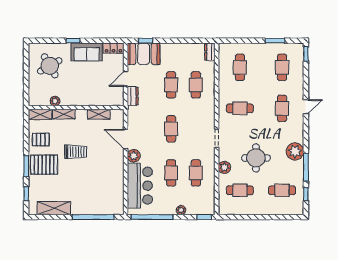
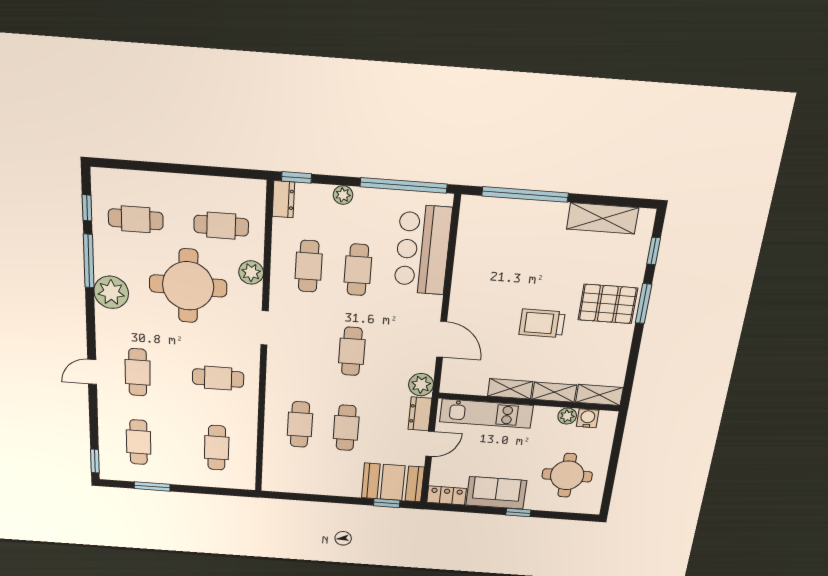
dresser: (210, 52) -> (283, 199), moved
round table: (50, 66) -> (567, 475), turned 30
kitchen unit: (98, 99) -> (486, 414), added
water cooler: (44, 101) -> (588, 418), added
shelving: (99, 114) -> (510, 389), moved
pallet: (41, 140) -> (606, 351), removed
plant: (134, 156) -> (421, 385), moved
round table: (256, 158) -> (188, 286), width x1.36, depth x1.36

